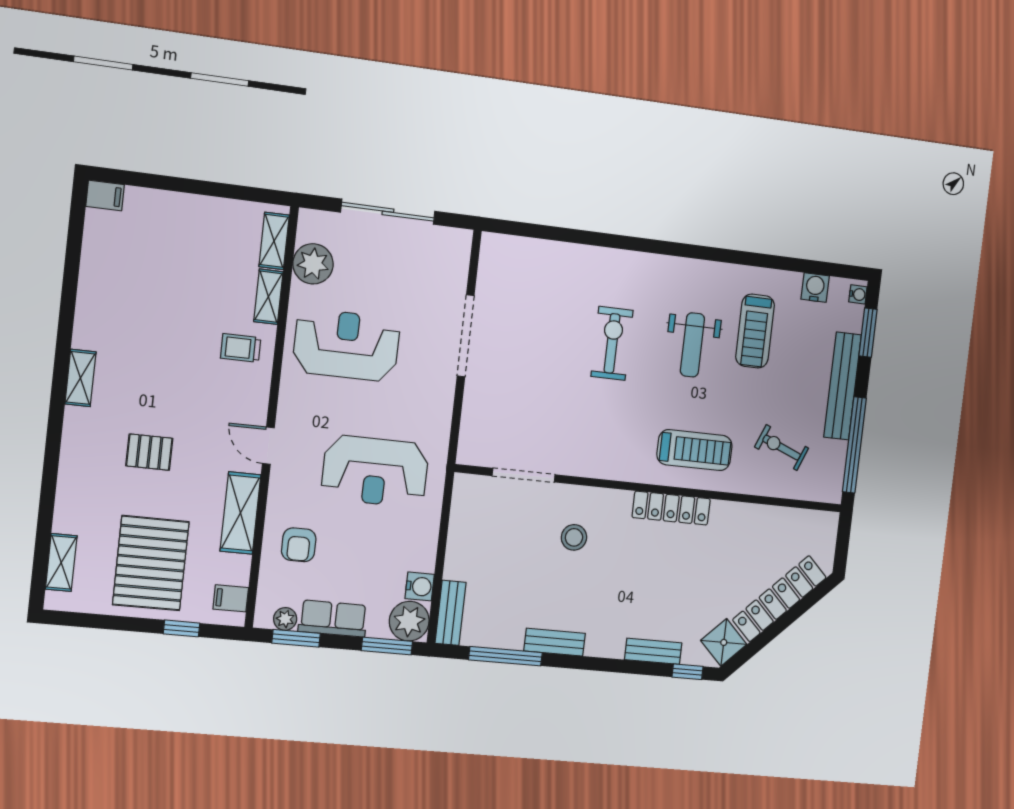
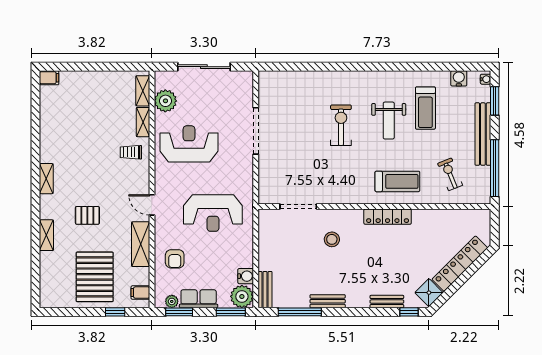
exercise bike: (782, 448) -> (450, 174), turned 46
shelving: (61, 562) -> (46, 235), moved

